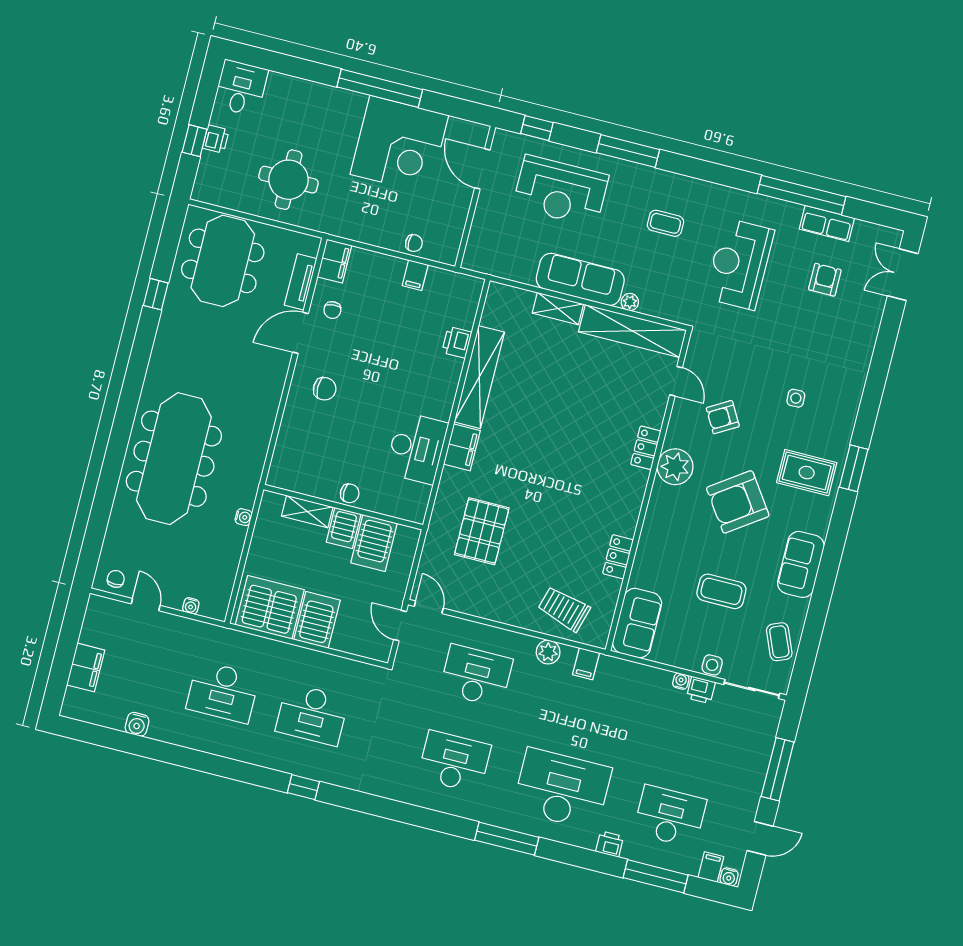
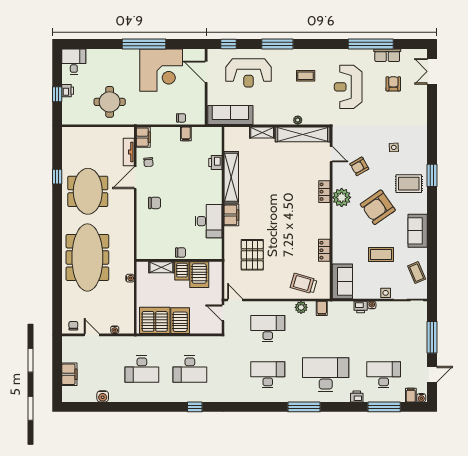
meeting table: (223, 261) -> (88, 191), moved
sofa: (580, 279) -> (230, 115), moved
printer: (701, 690) -> (361, 307), moved

